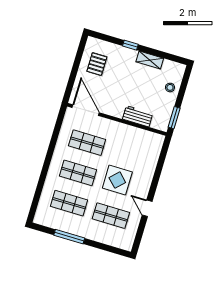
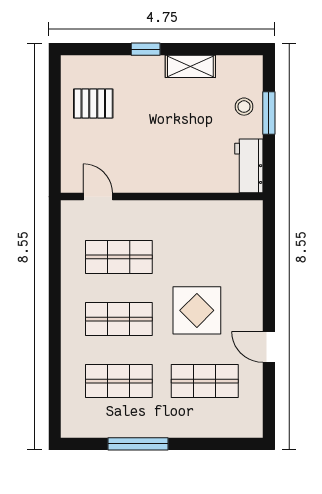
pallet: (97, 64) -> (93, 103), turned 90
door: (86, 110) -> (98, 197), width x0.53
workbench: (138, 116) -> (249, 166), moved, turned -90
window: (174, 118) -> (269, 113), moved

